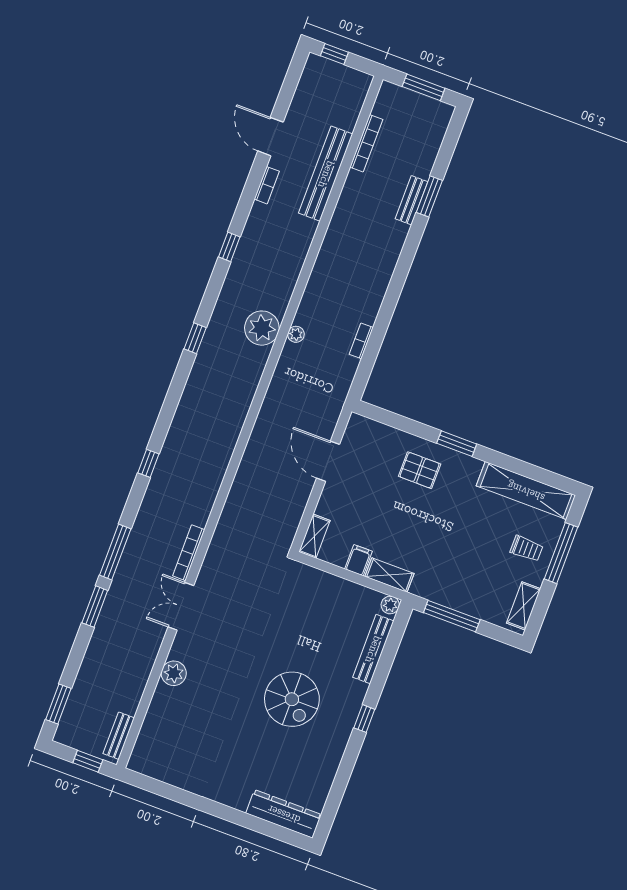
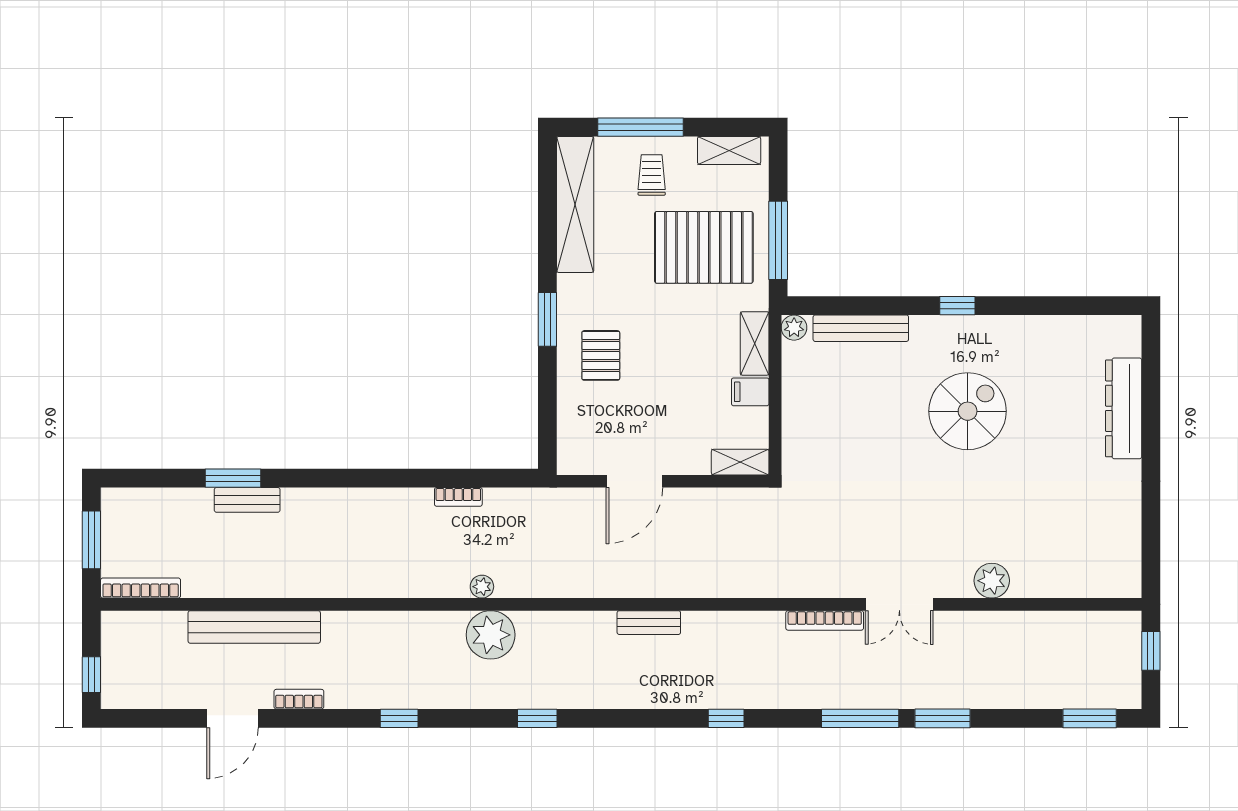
bookcase: (366, 143) -> (141, 588), moved
pallet: (466, 565) -> (704, 247), added
bench: (119, 736) -> (649, 623), moved
dresser: (284, 814) -> (1124, 408), moved

